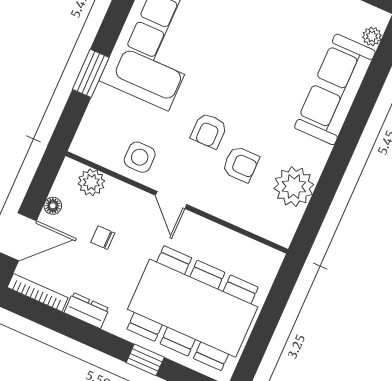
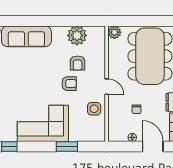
armchair: (241, 164) -> (78, 63), turned 180
plant: (91, 182) -> (114, 32), moved
door: (171, 200) -> (107, 87), hinge flipped

